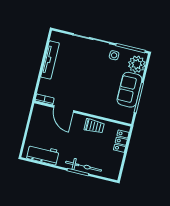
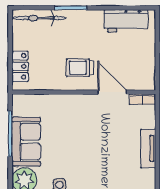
tv unit: (50, 60) -> (148, 149), width x0.71
trolley: (94, 126) -> (80, 68), moved
bicycle: (84, 166) -> (40, 18), moved

